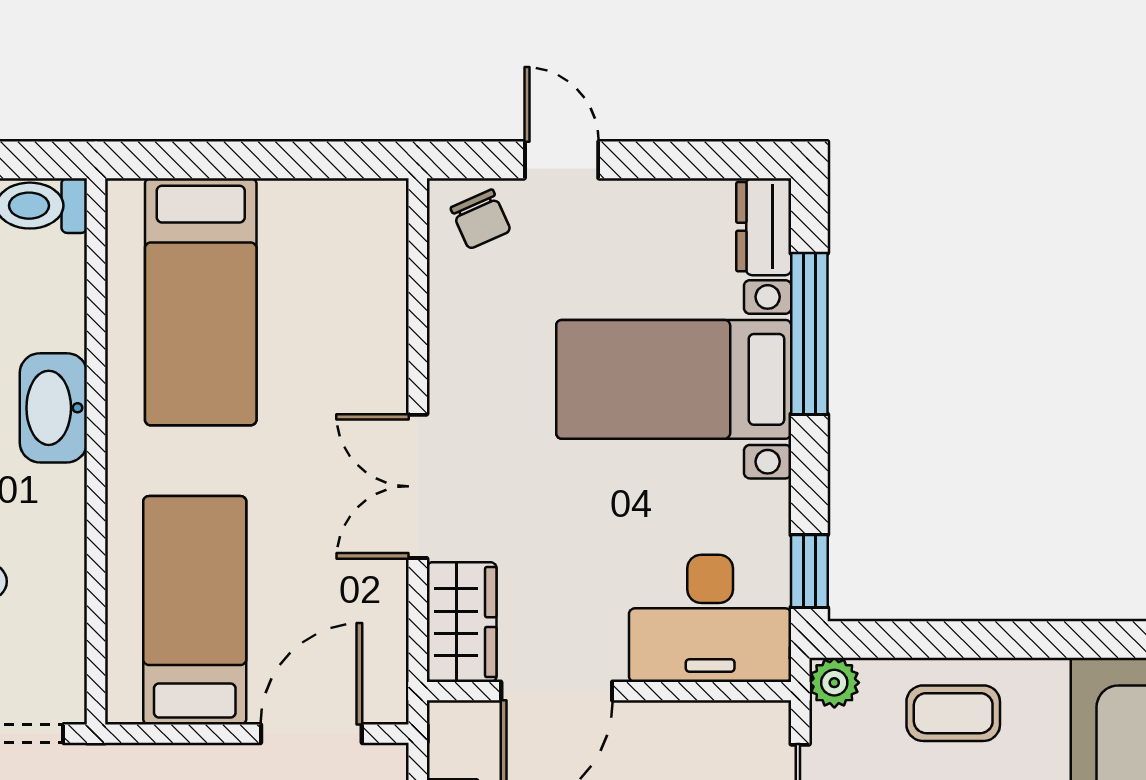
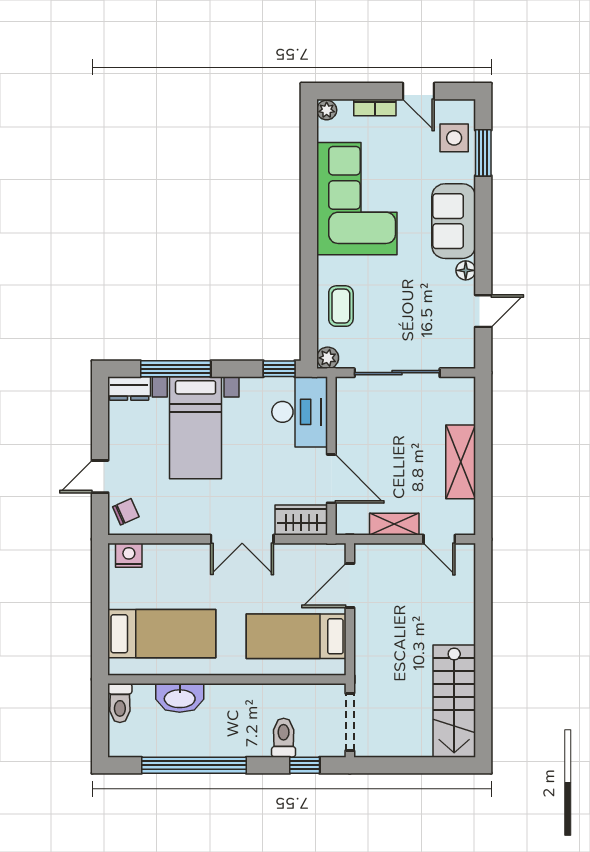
nightstand: (381, 226) -> (129, 555), added
washbasin: (53, 408) -> (180, 698), moved
door: (311, 734) -> (350, 586), hinge flipped

